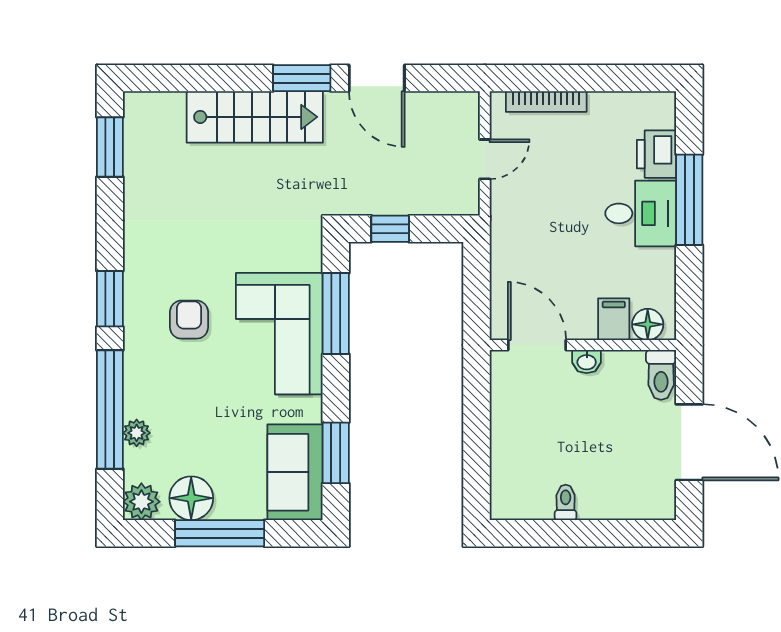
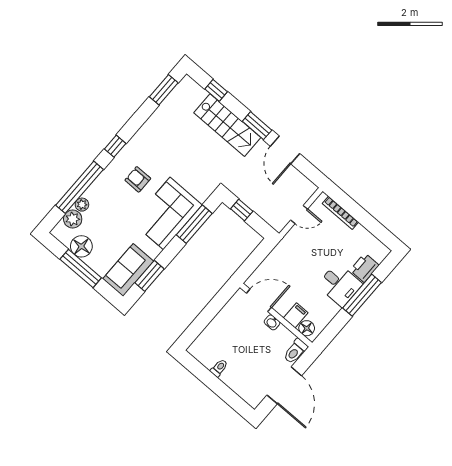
window: (191, 78) -> (216, 90), added
window: (110, 299) -> (115, 146), width x0.67
armchair: (189, 320) -> (138, 179), turned -90
door: (537, 345) -> (259, 300), hinge flipped
plant: (141, 502) -> (73, 219), moved

